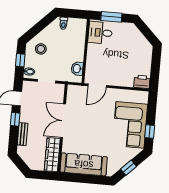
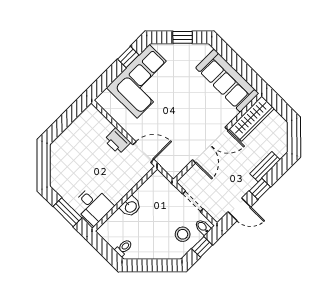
stool: (41, 49) -> (183, 234), moved
washbasin: (77, 69) -> (131, 207), moved
printer: (142, 82) -> (117, 141), moved

